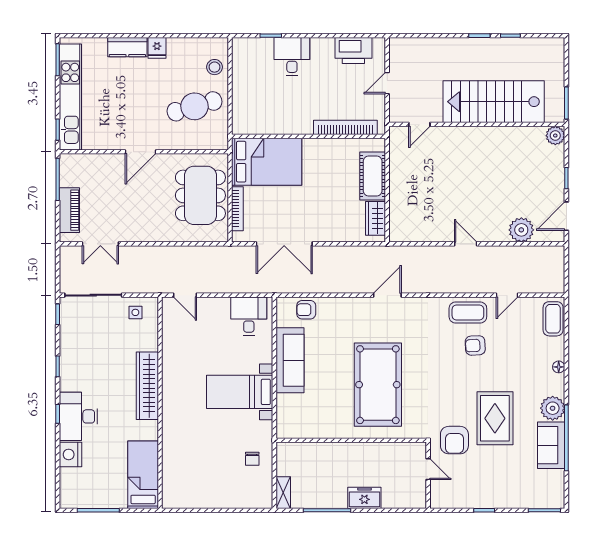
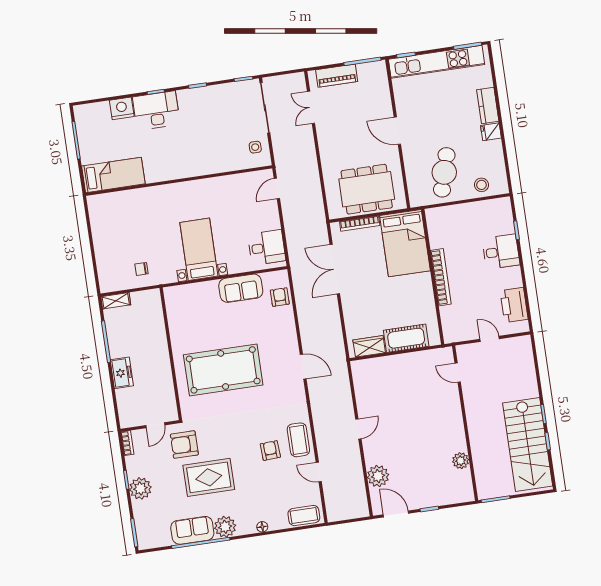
stairs: (494, 102) -> (528, 444), moved, turned 180
cafe table: (194, 106) -> (444, 172), turned 32
bookcase: (345, 127) -> (441, 277), moved
plant: (555, 136) -> (461, 461), moved
sofa: (290, 360) -> (241, 288), width x0.73
wardrobe: (147, 386) -> (192, 167), removed
plant: (496, 496) -> (140, 488), added
bookcase: (443, 503) -> (127, 443), added

